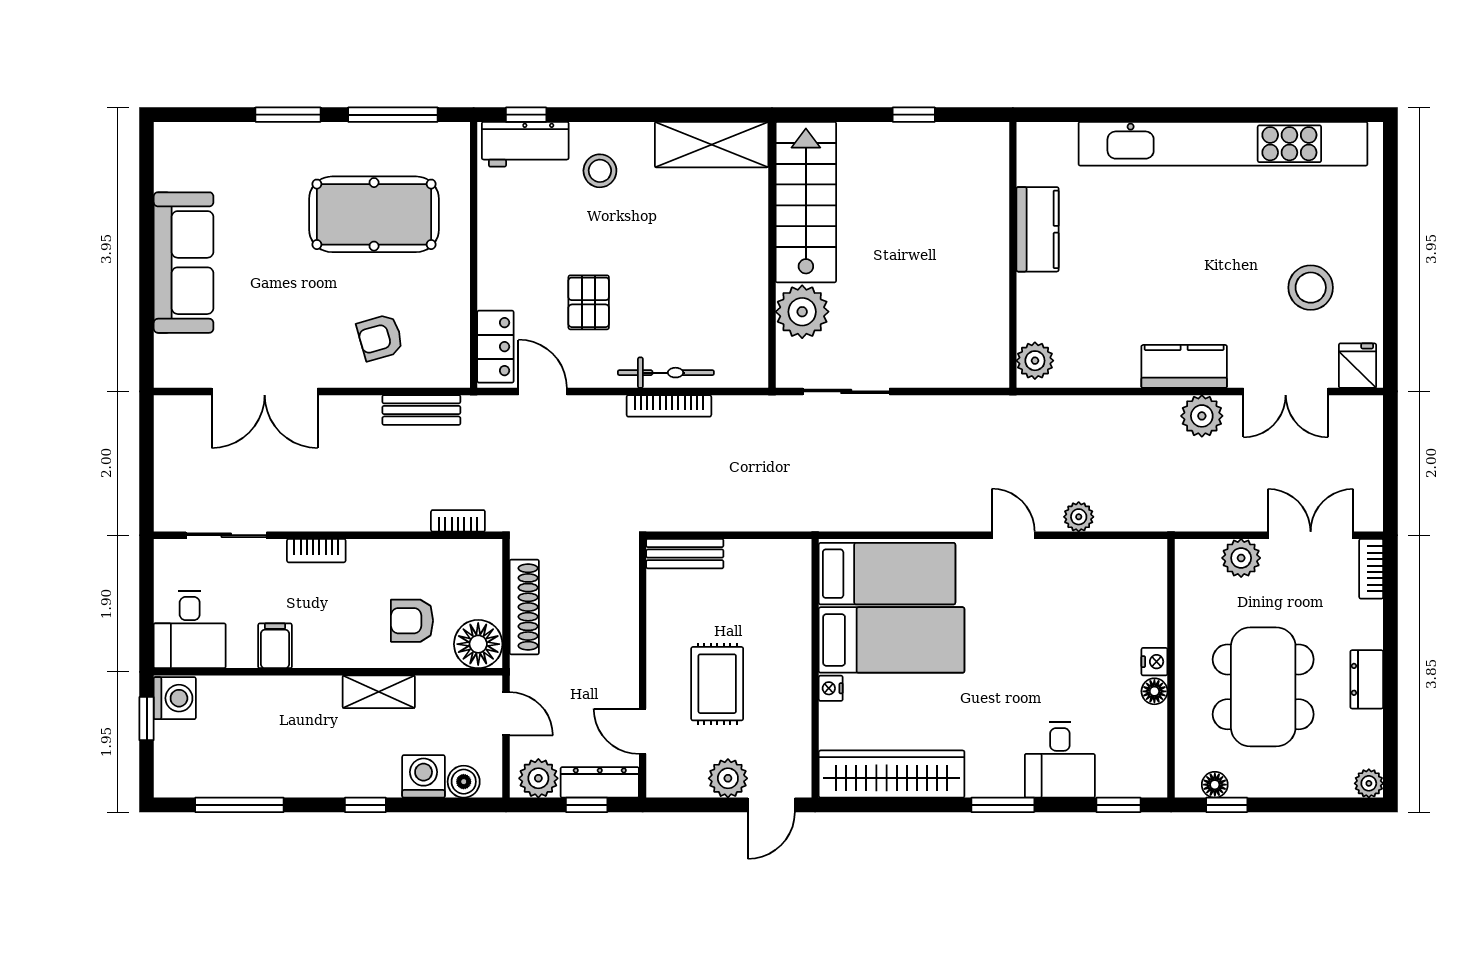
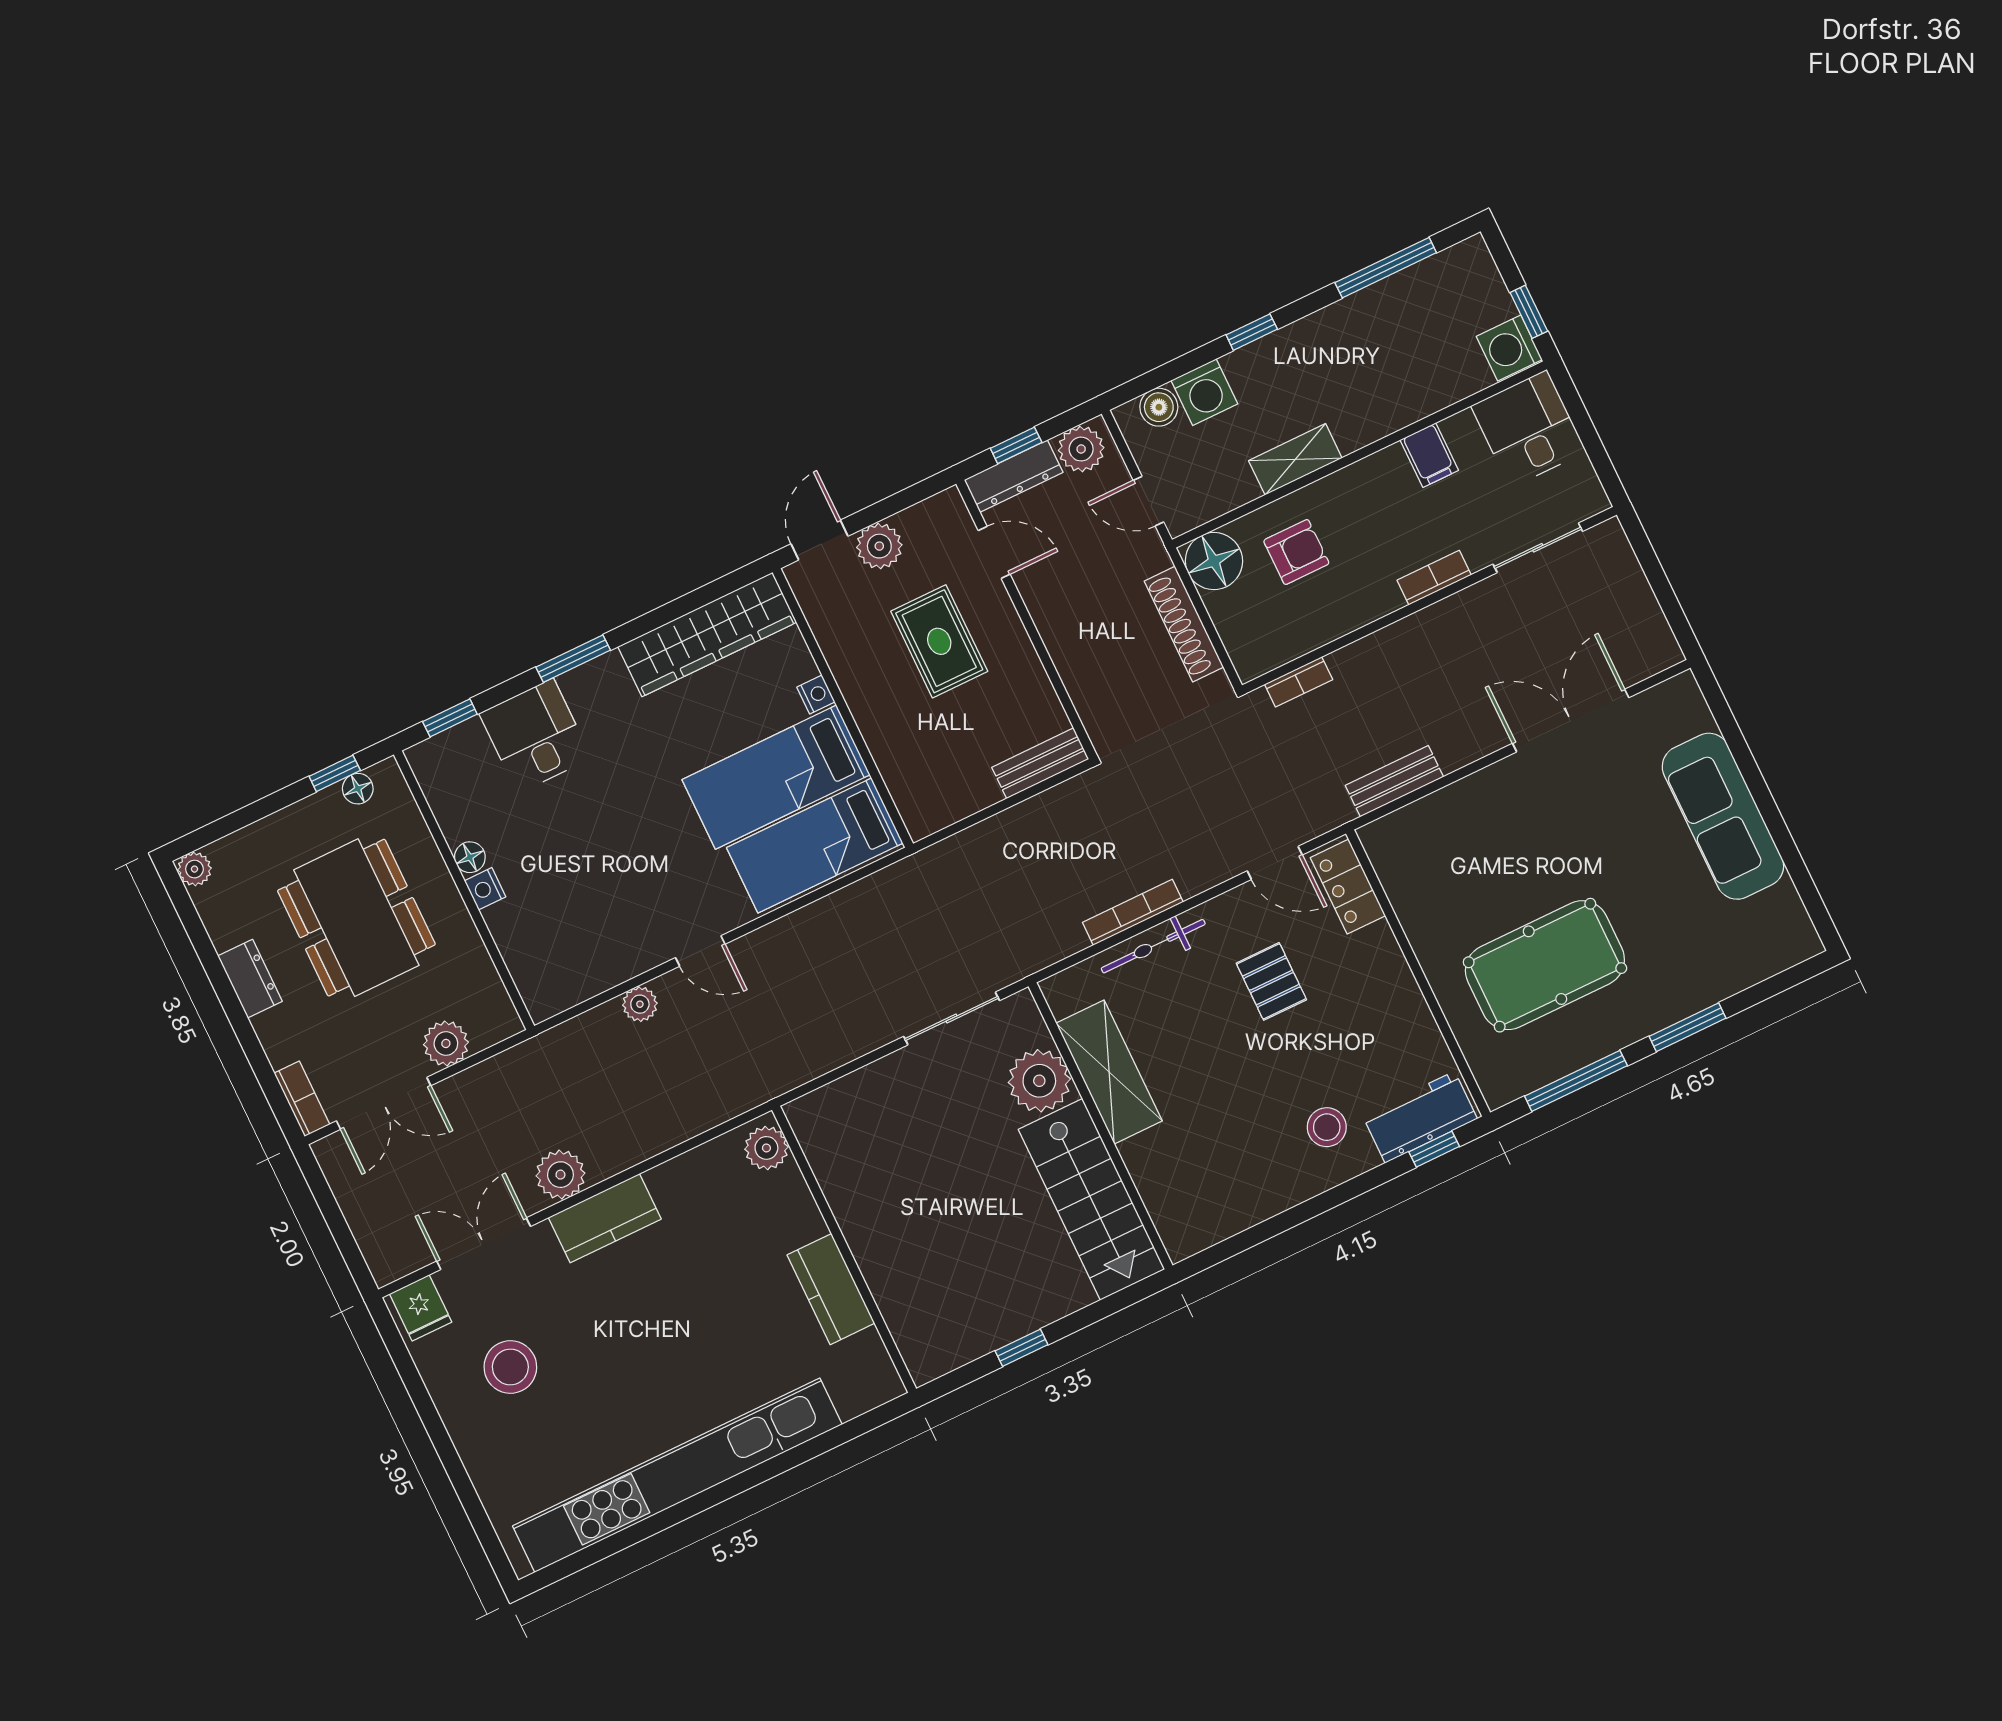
shelving: (712, 145) -> (1109, 1072), moved, turned 90
armchair: (380, 337) -> (1475, 837), removed

